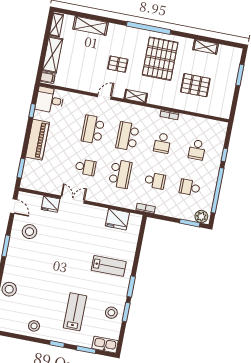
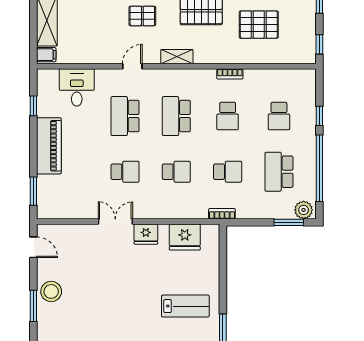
desk: (50, 100) -> (77, 87), moved, turned 90
window: (234, 107) -> (319, 44), added
school desk: (120, 174) -> (176, 172), width x0.54
school desk: (190, 187) -> (279, 172), width x1.85
fridge: (51, 204) -> (146, 234), moved
stool: (29, 232) -> (51, 291), moved

